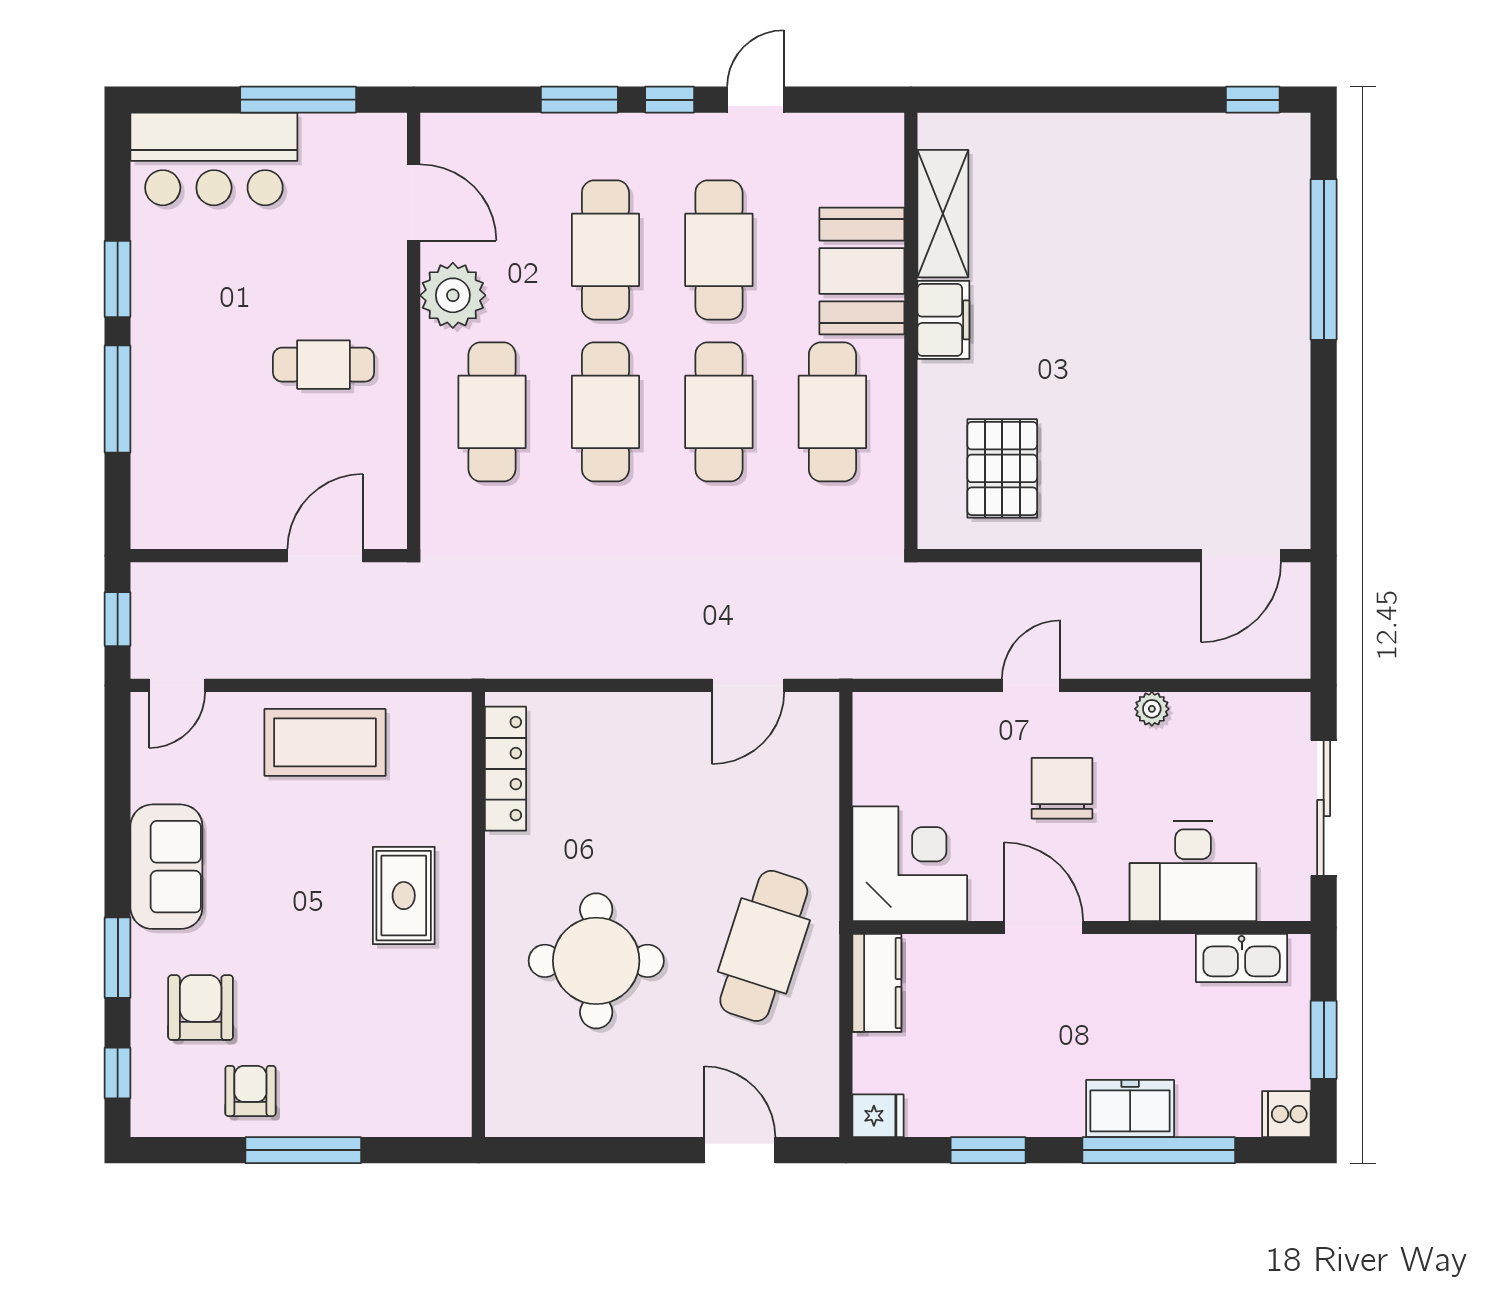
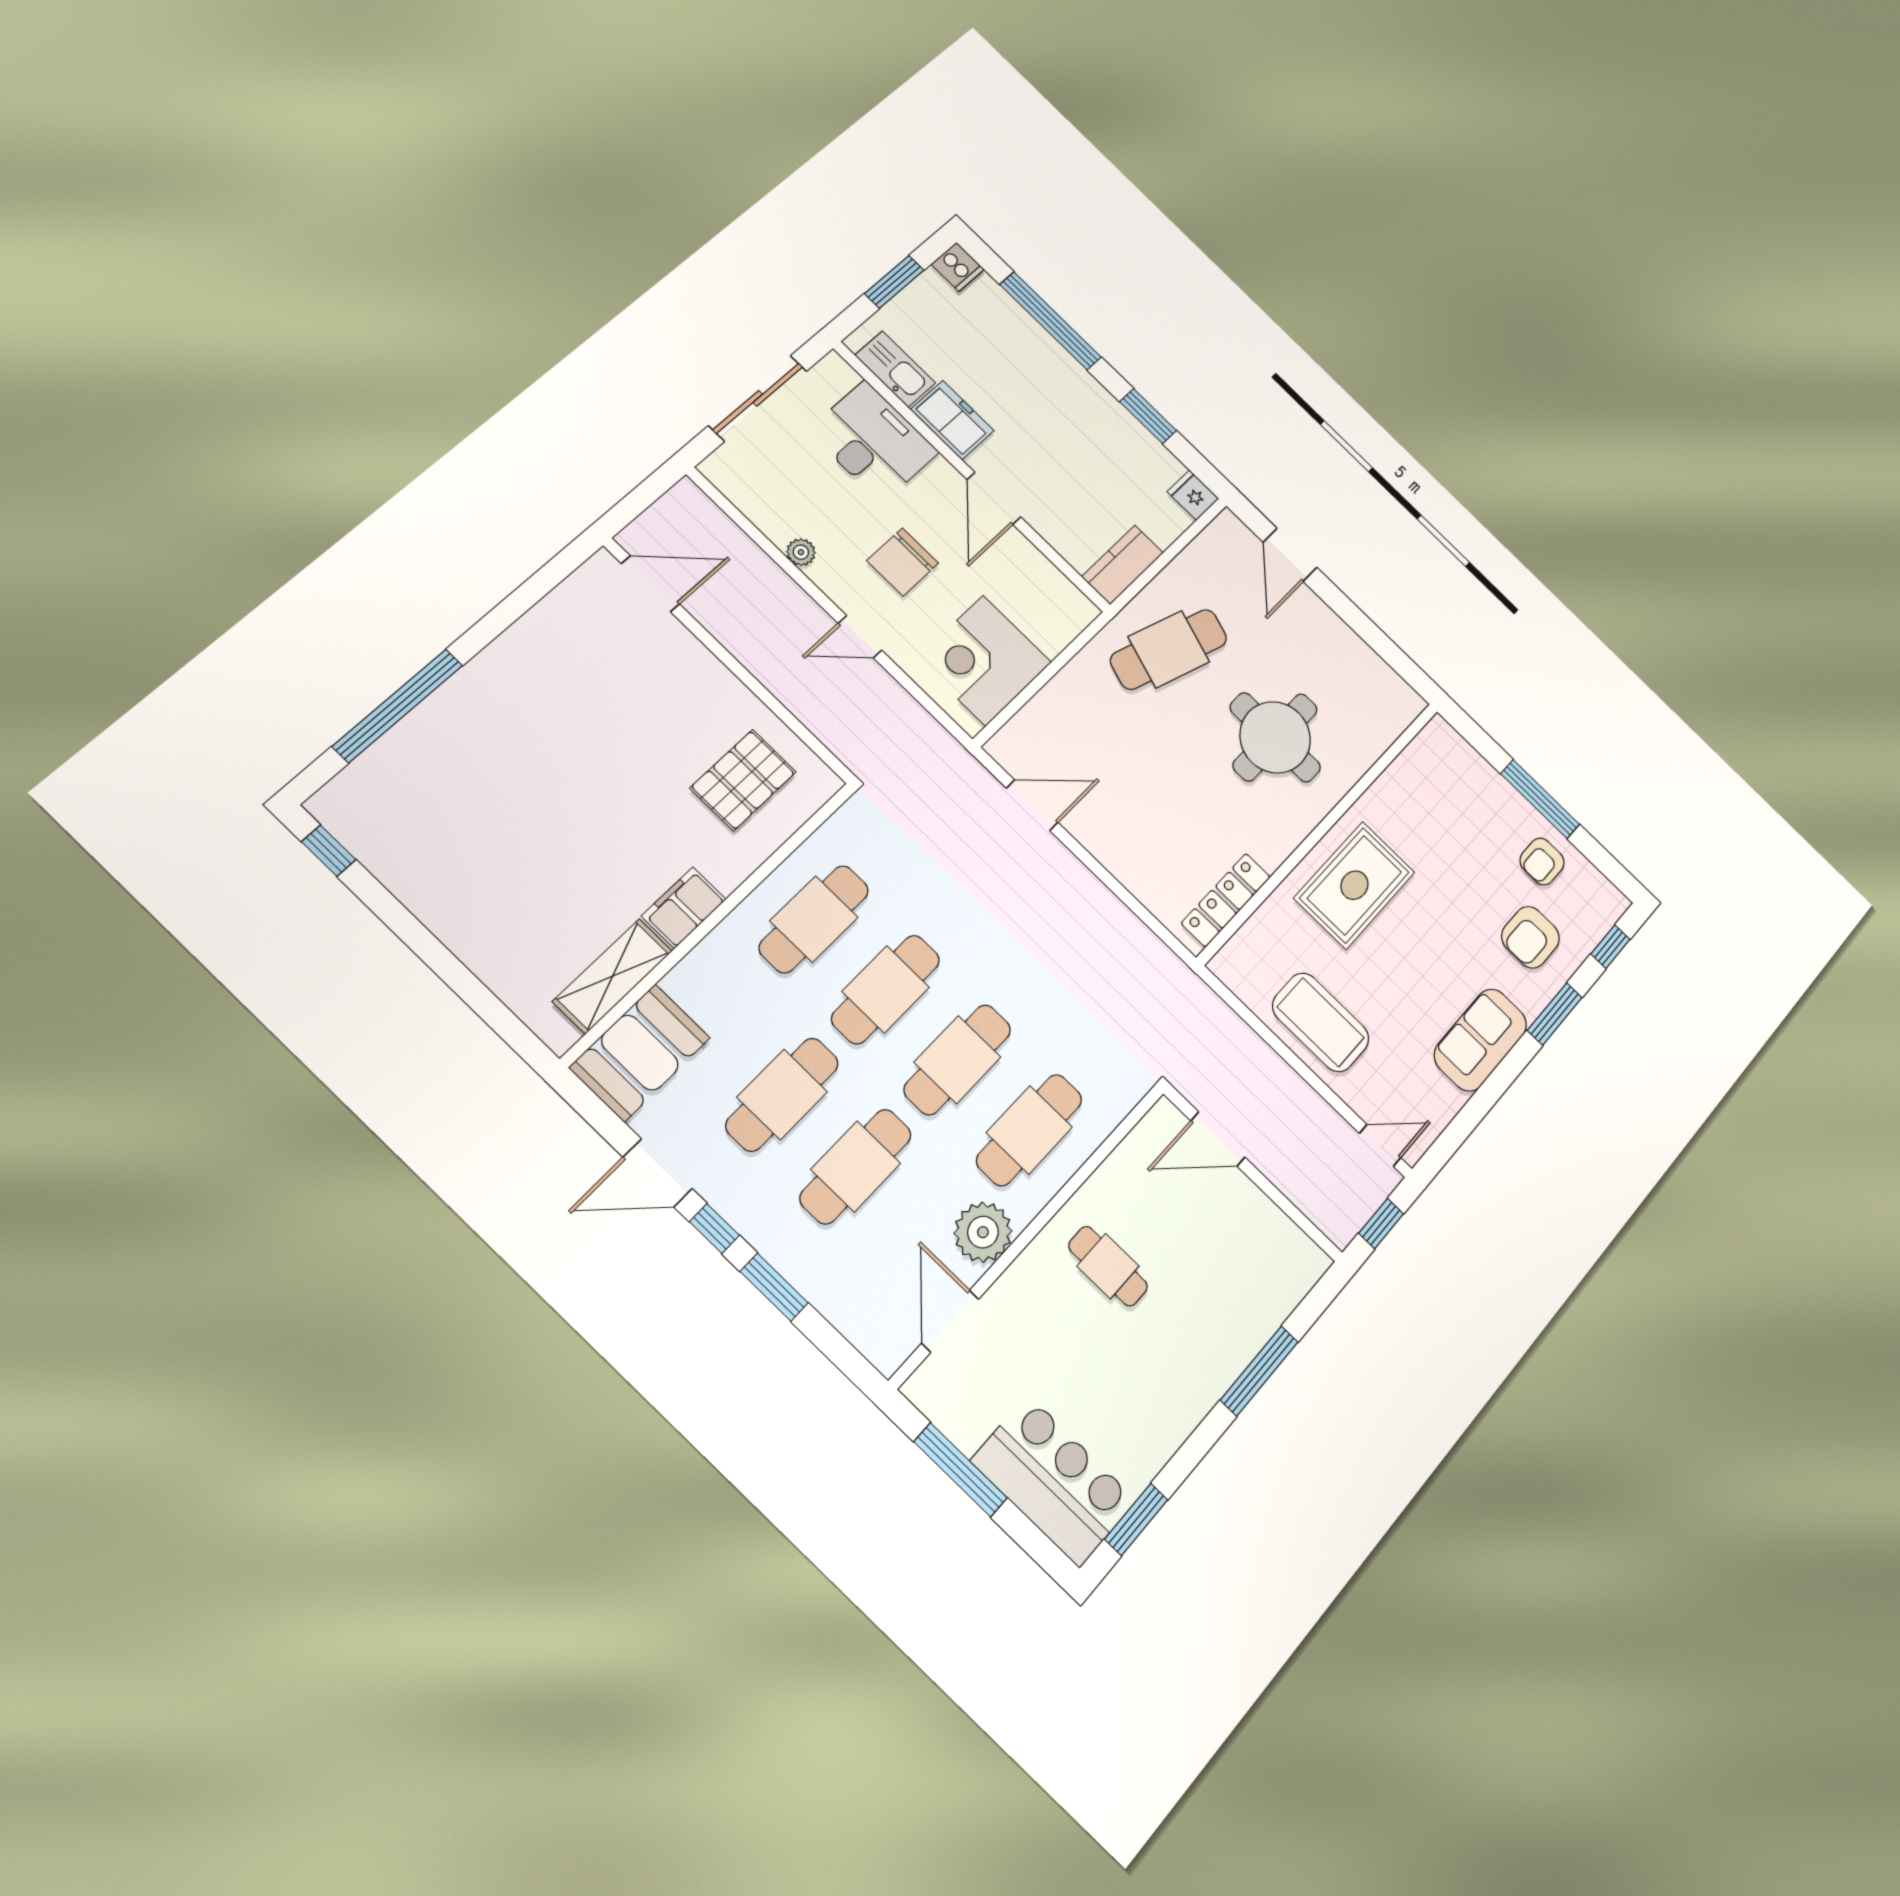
door: (755, 100) -> (658, 1173), width x1.38
booth: (862, 271) -> (640, 1053), moved
window: (118, 279) -> (1136, 1519), moved
corner desk: (910, 864) -> (984, 660), moved
rug: (404, 896) -> (1354, 885), width x1.36, depth x1.43
freezer: (1130, 1109) -> (952, 420), moved, turned 180

